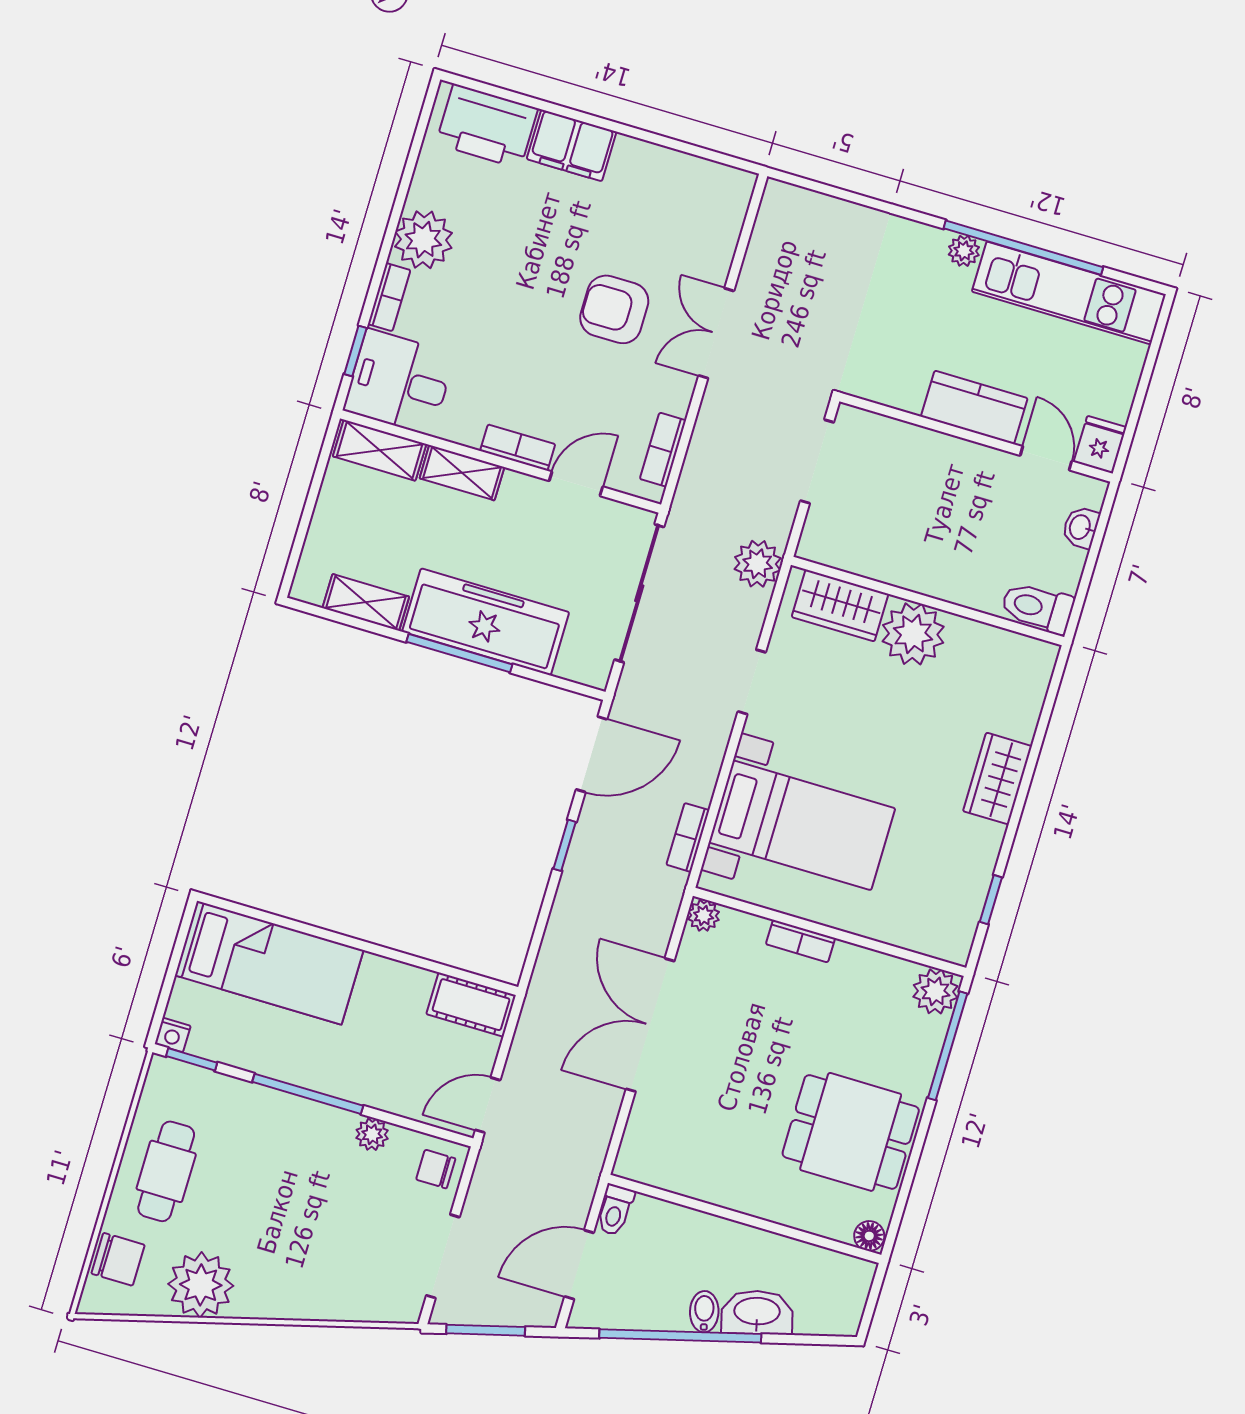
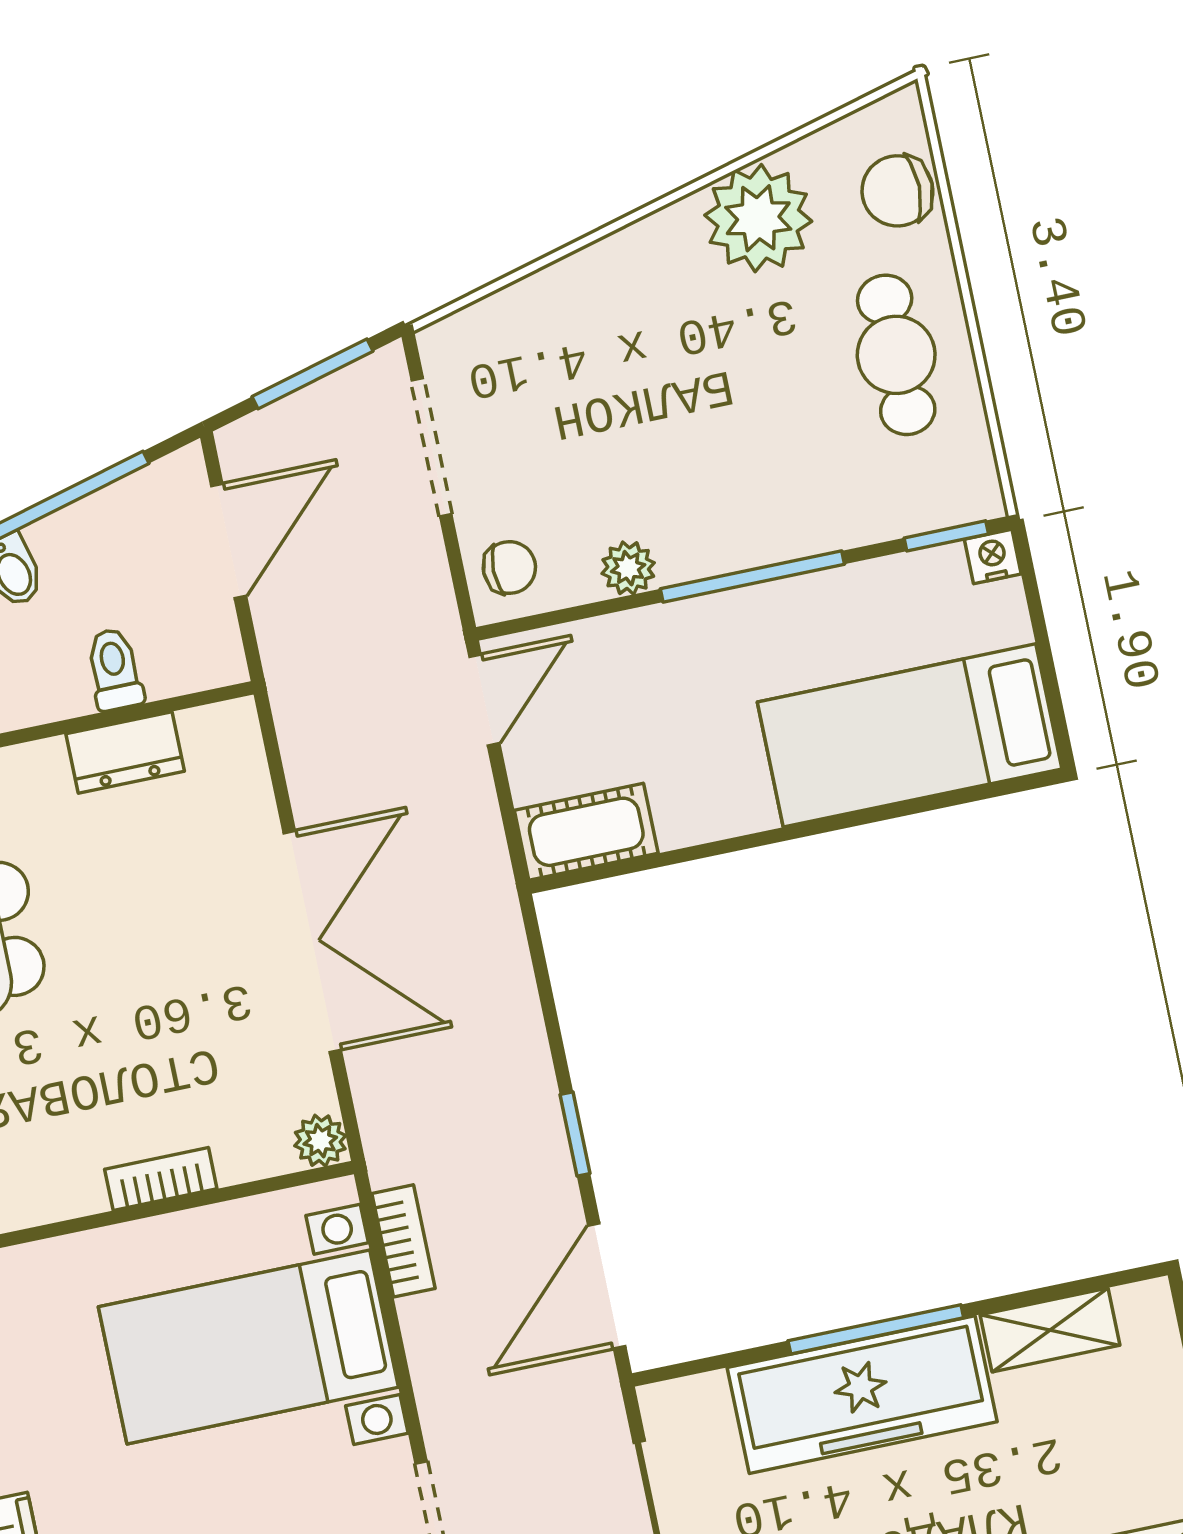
dresser: (696, 1181) -> (125, 752), added
toilet: (615, 1210) -> (115, 669), moved

